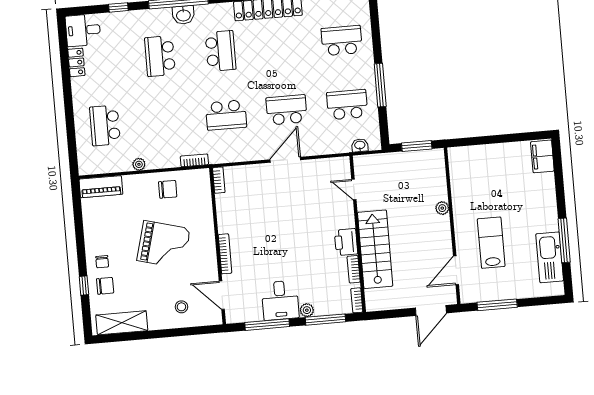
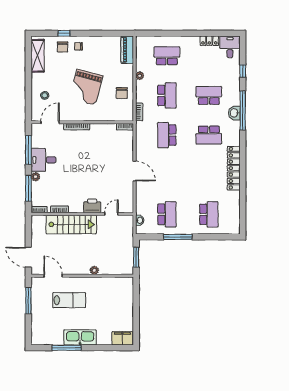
school desk: (287, 110) -> (167, 95), moved
printer: (346, 242) -> (92, 206), moved
kitchen sink: (550, 257) -> (80, 337), moved

